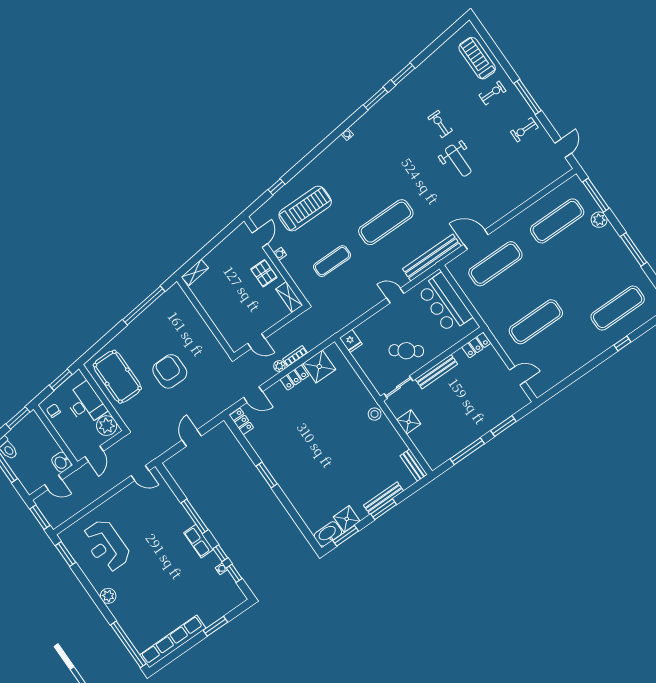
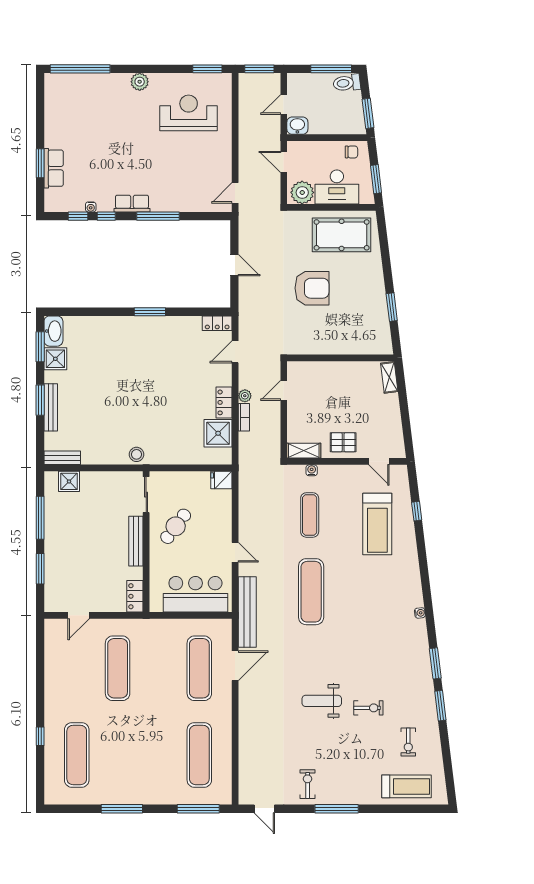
exercise bike: (492, 93) -> (408, 742), moved
plant: (599, 220) -> (173, 796), removed
water cooler: (280, 254) -> (312, 470), moved
door: (395, 296) -> (235, 552), hinge flipped
window: (144, 305) -> (392, 307), width x0.47
shower: (409, 422) -> (69, 481), moved
row of seats: (173, 642) -> (54, 168), moved, width x0.50

